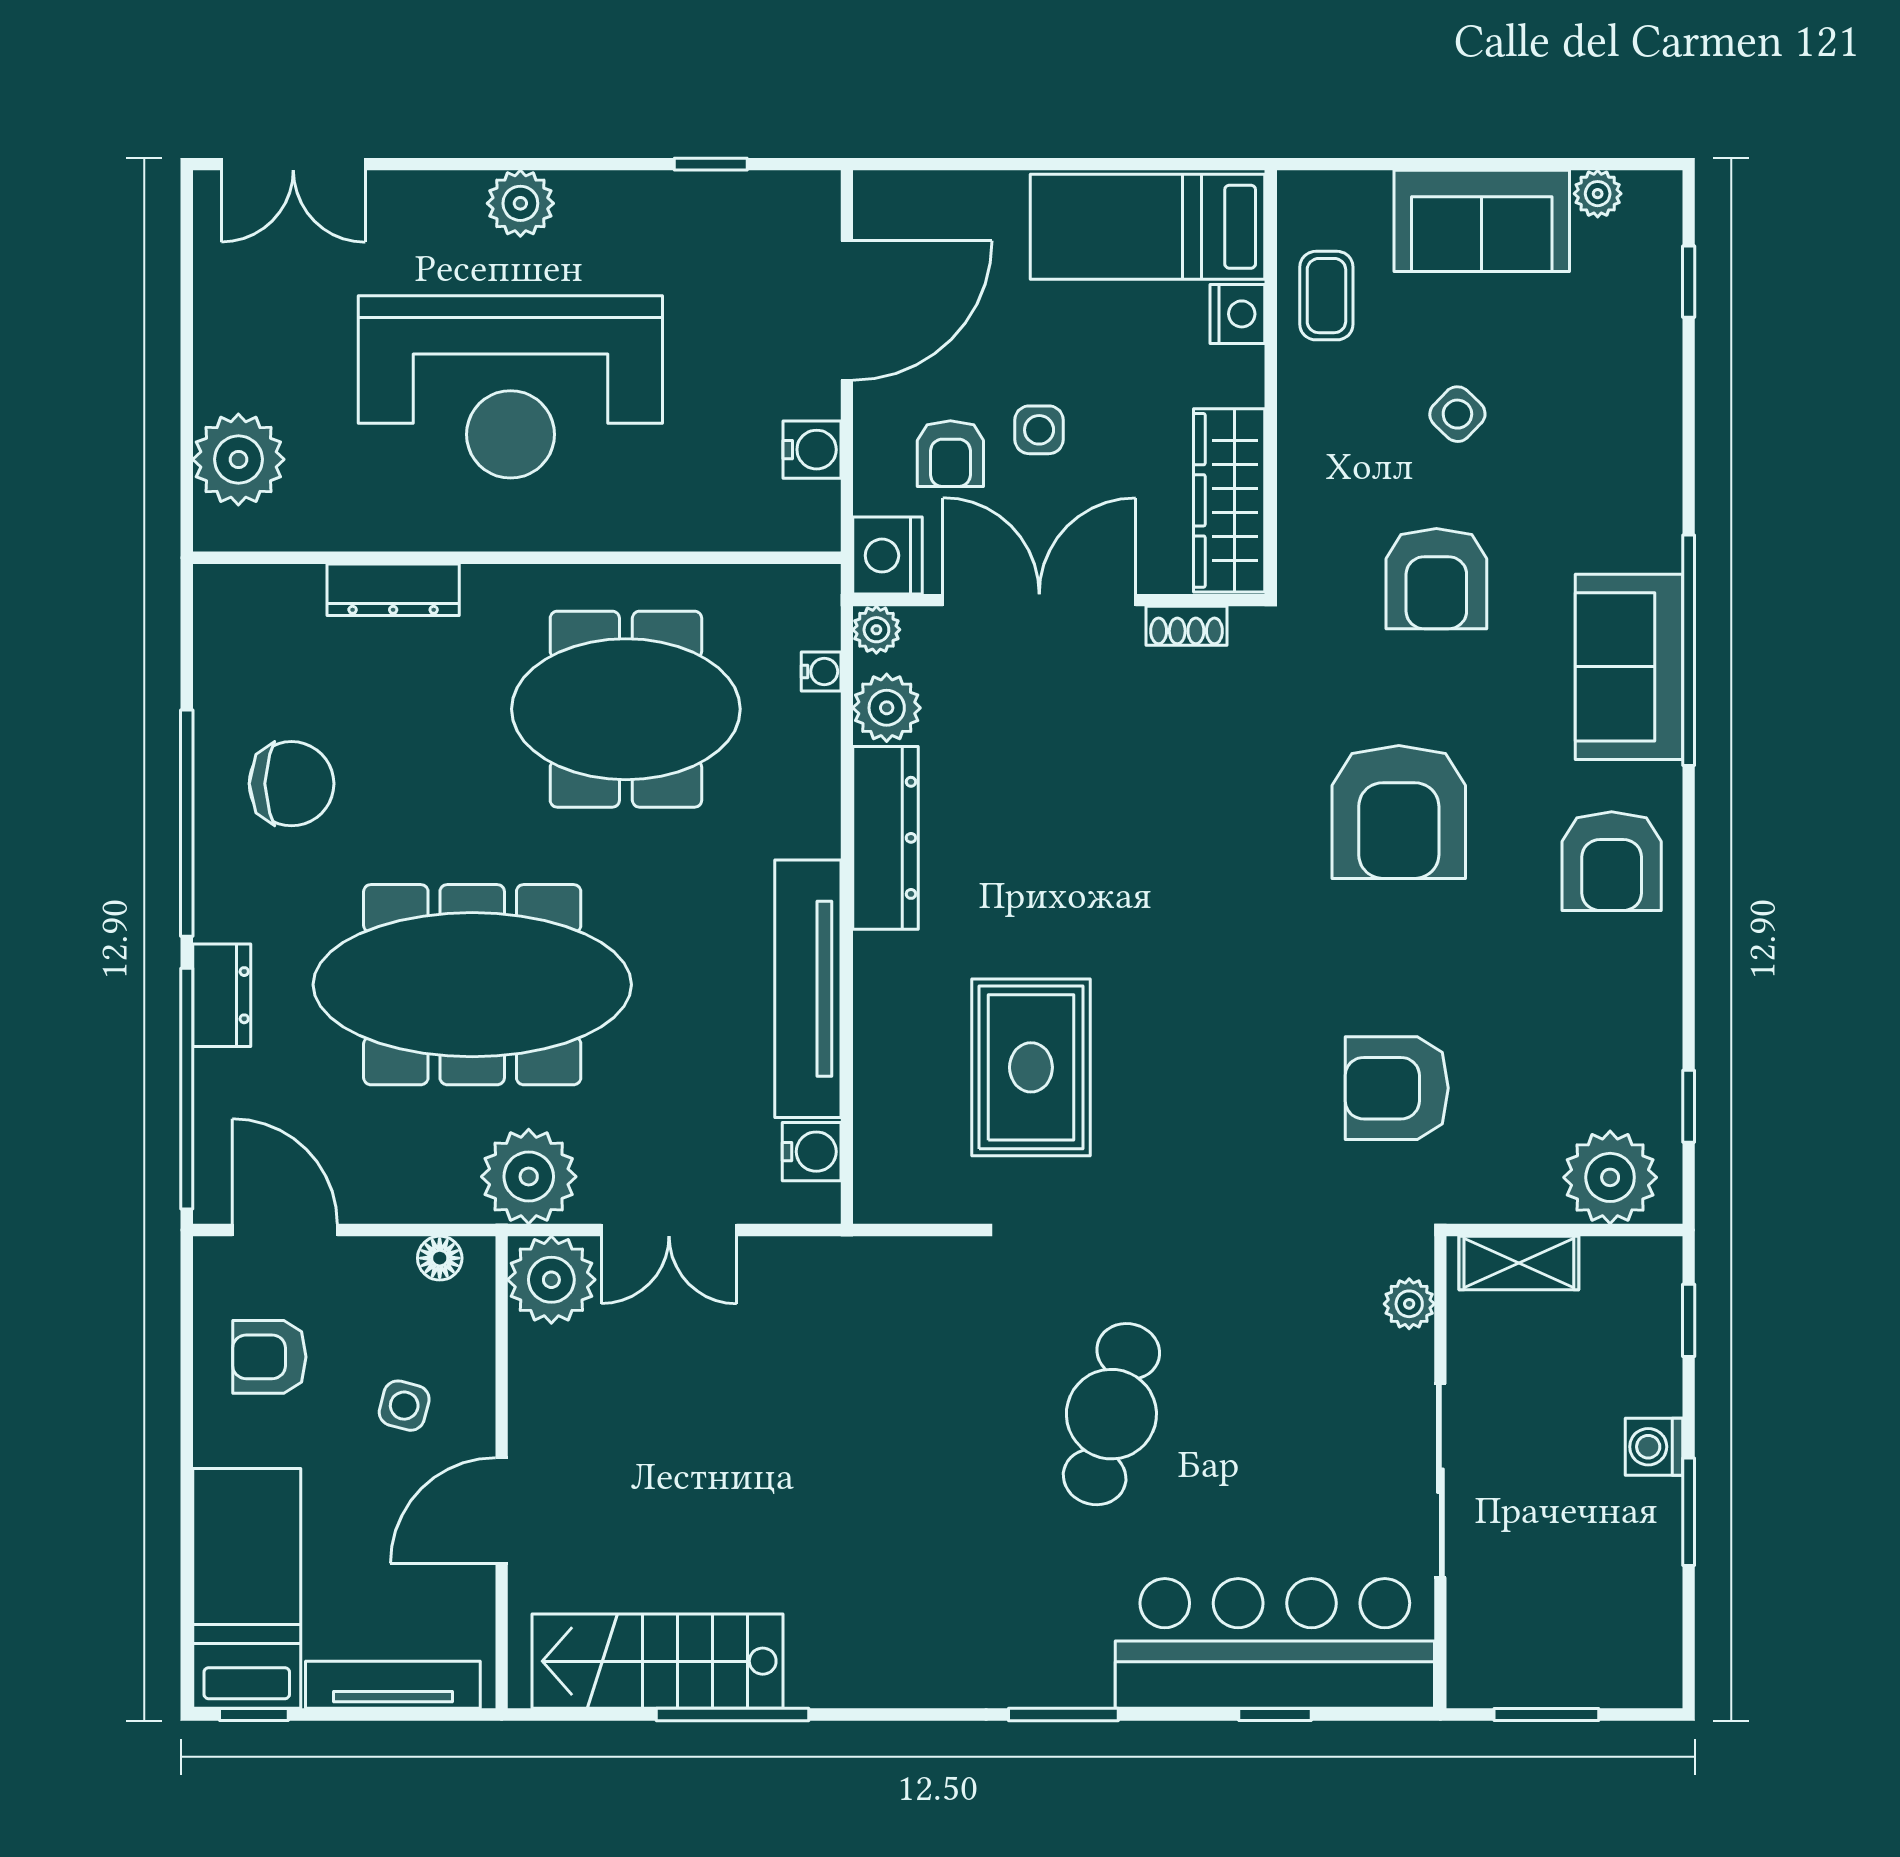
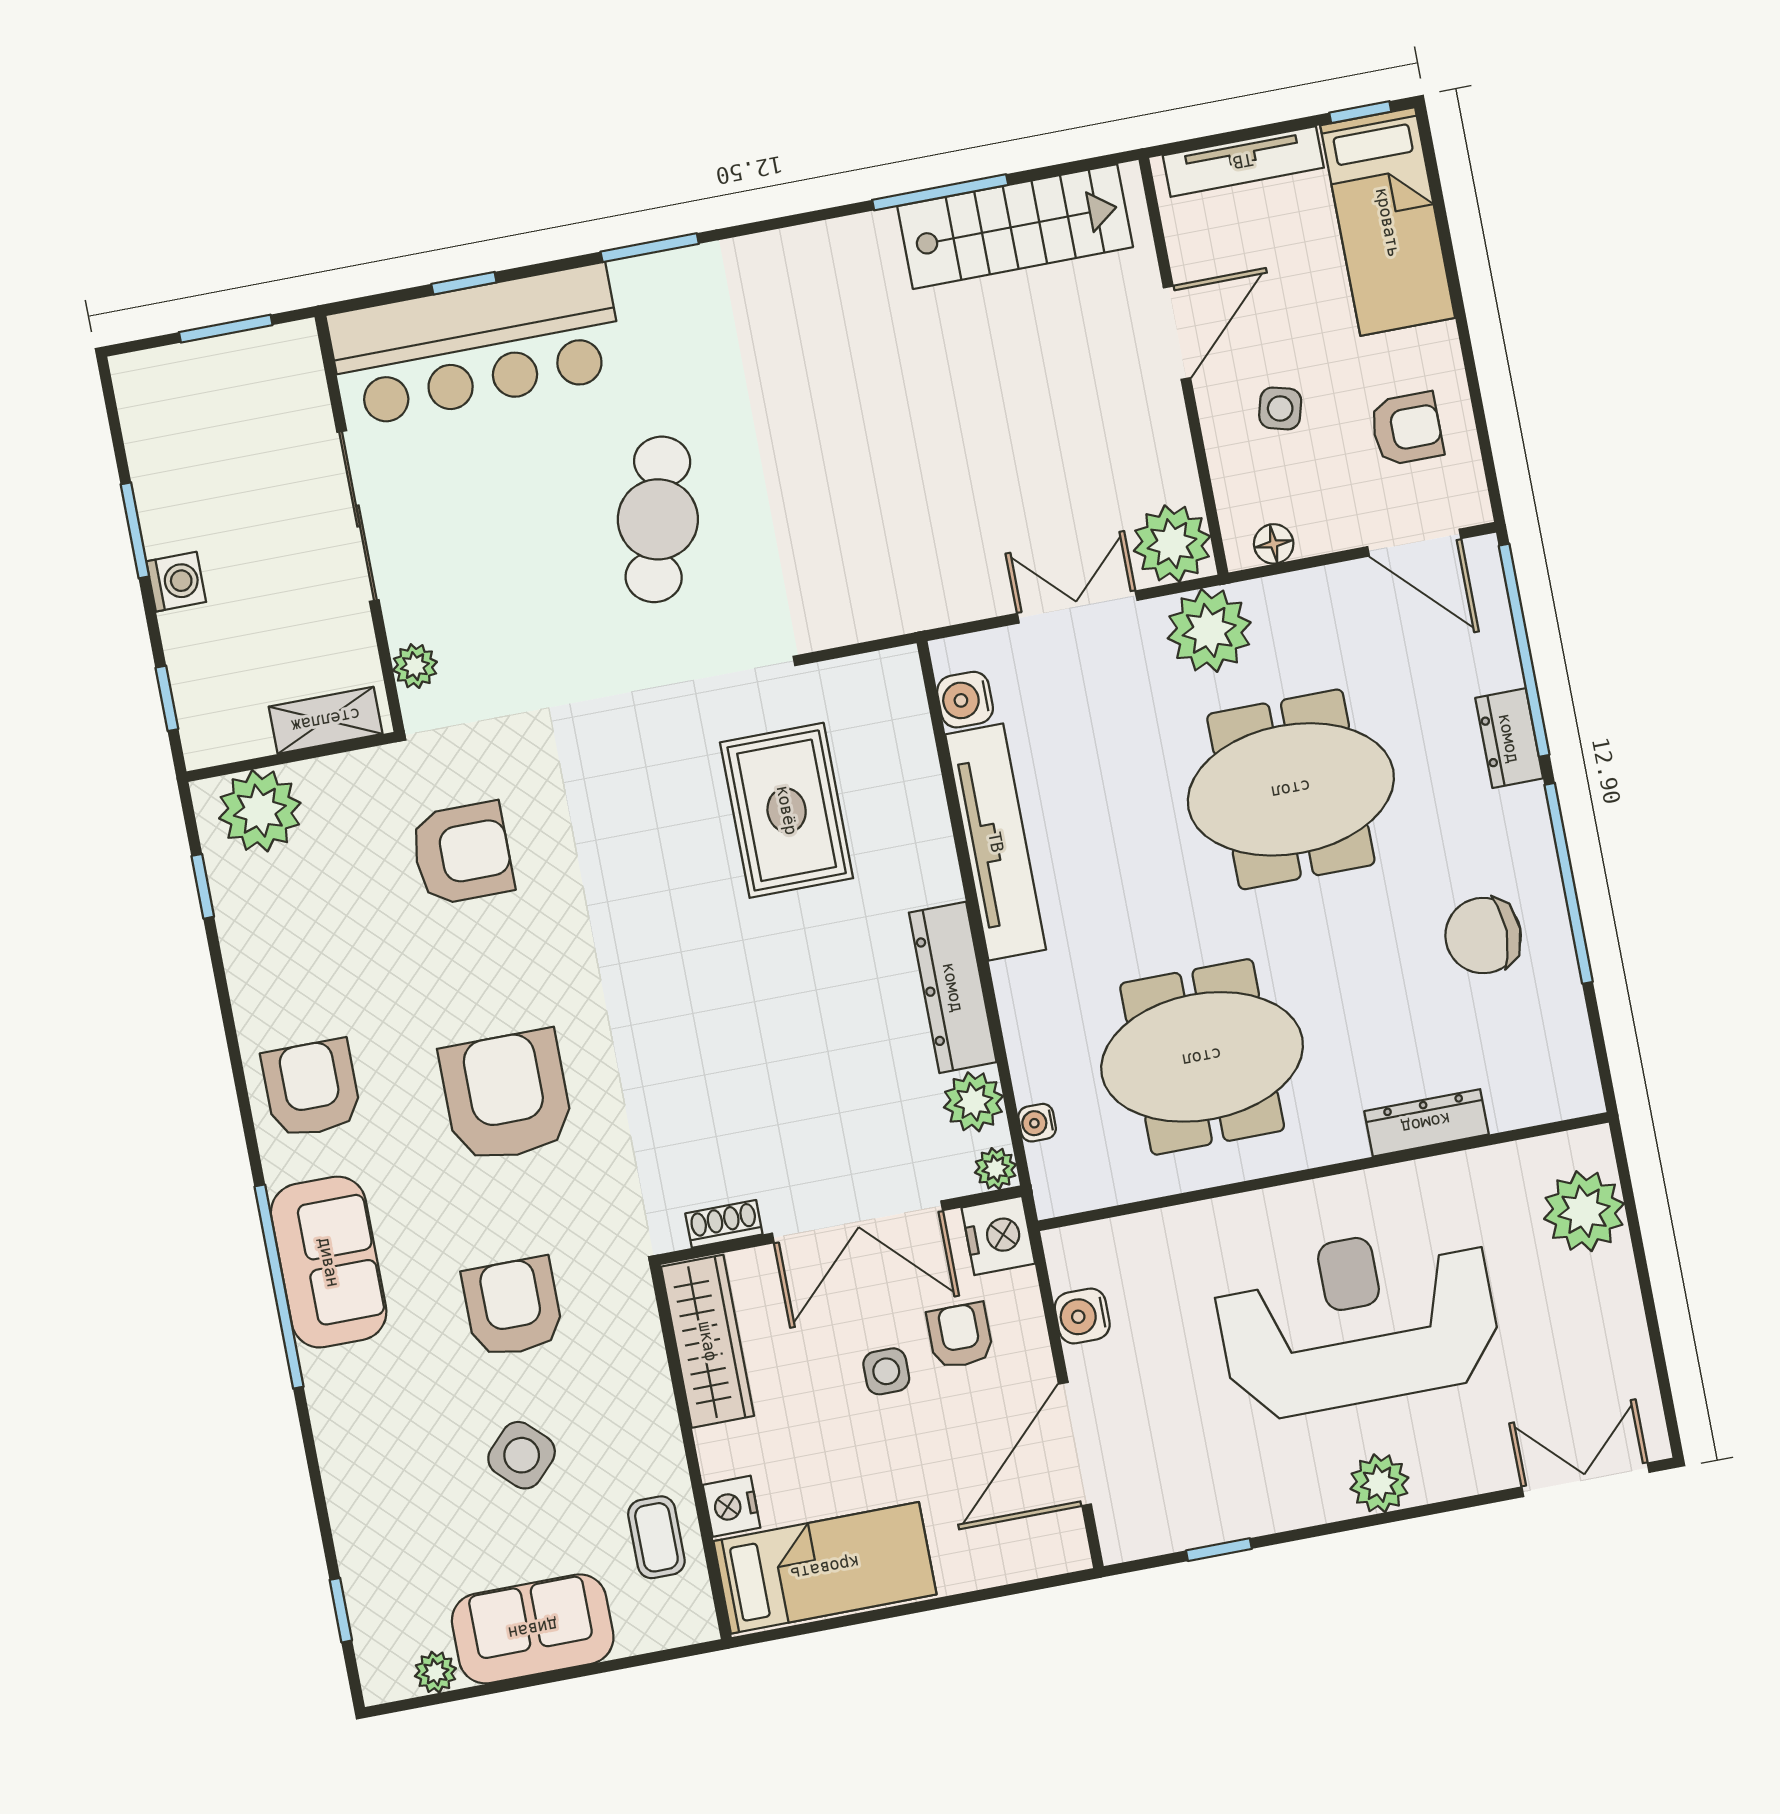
side table: (1457, 414) -> (522, 1455), width x1.37, depth x1.37
meeting table: (472, 985) -> (1291, 789), width x0.73

